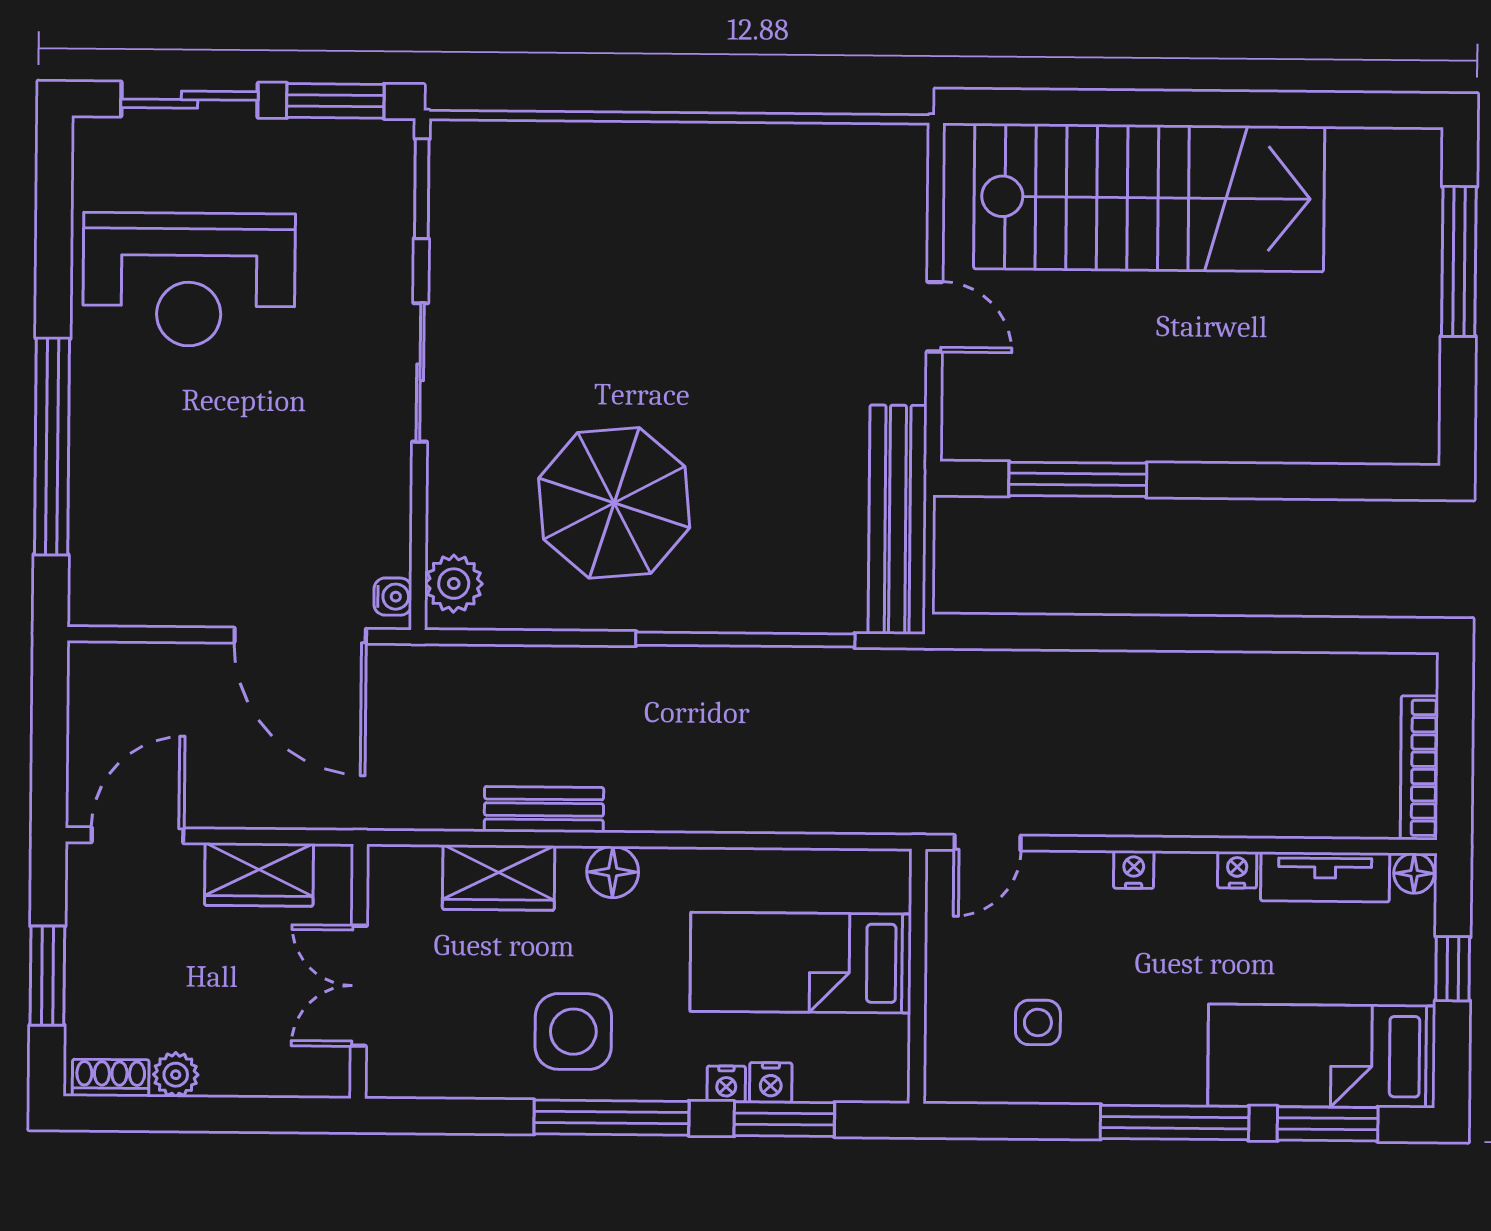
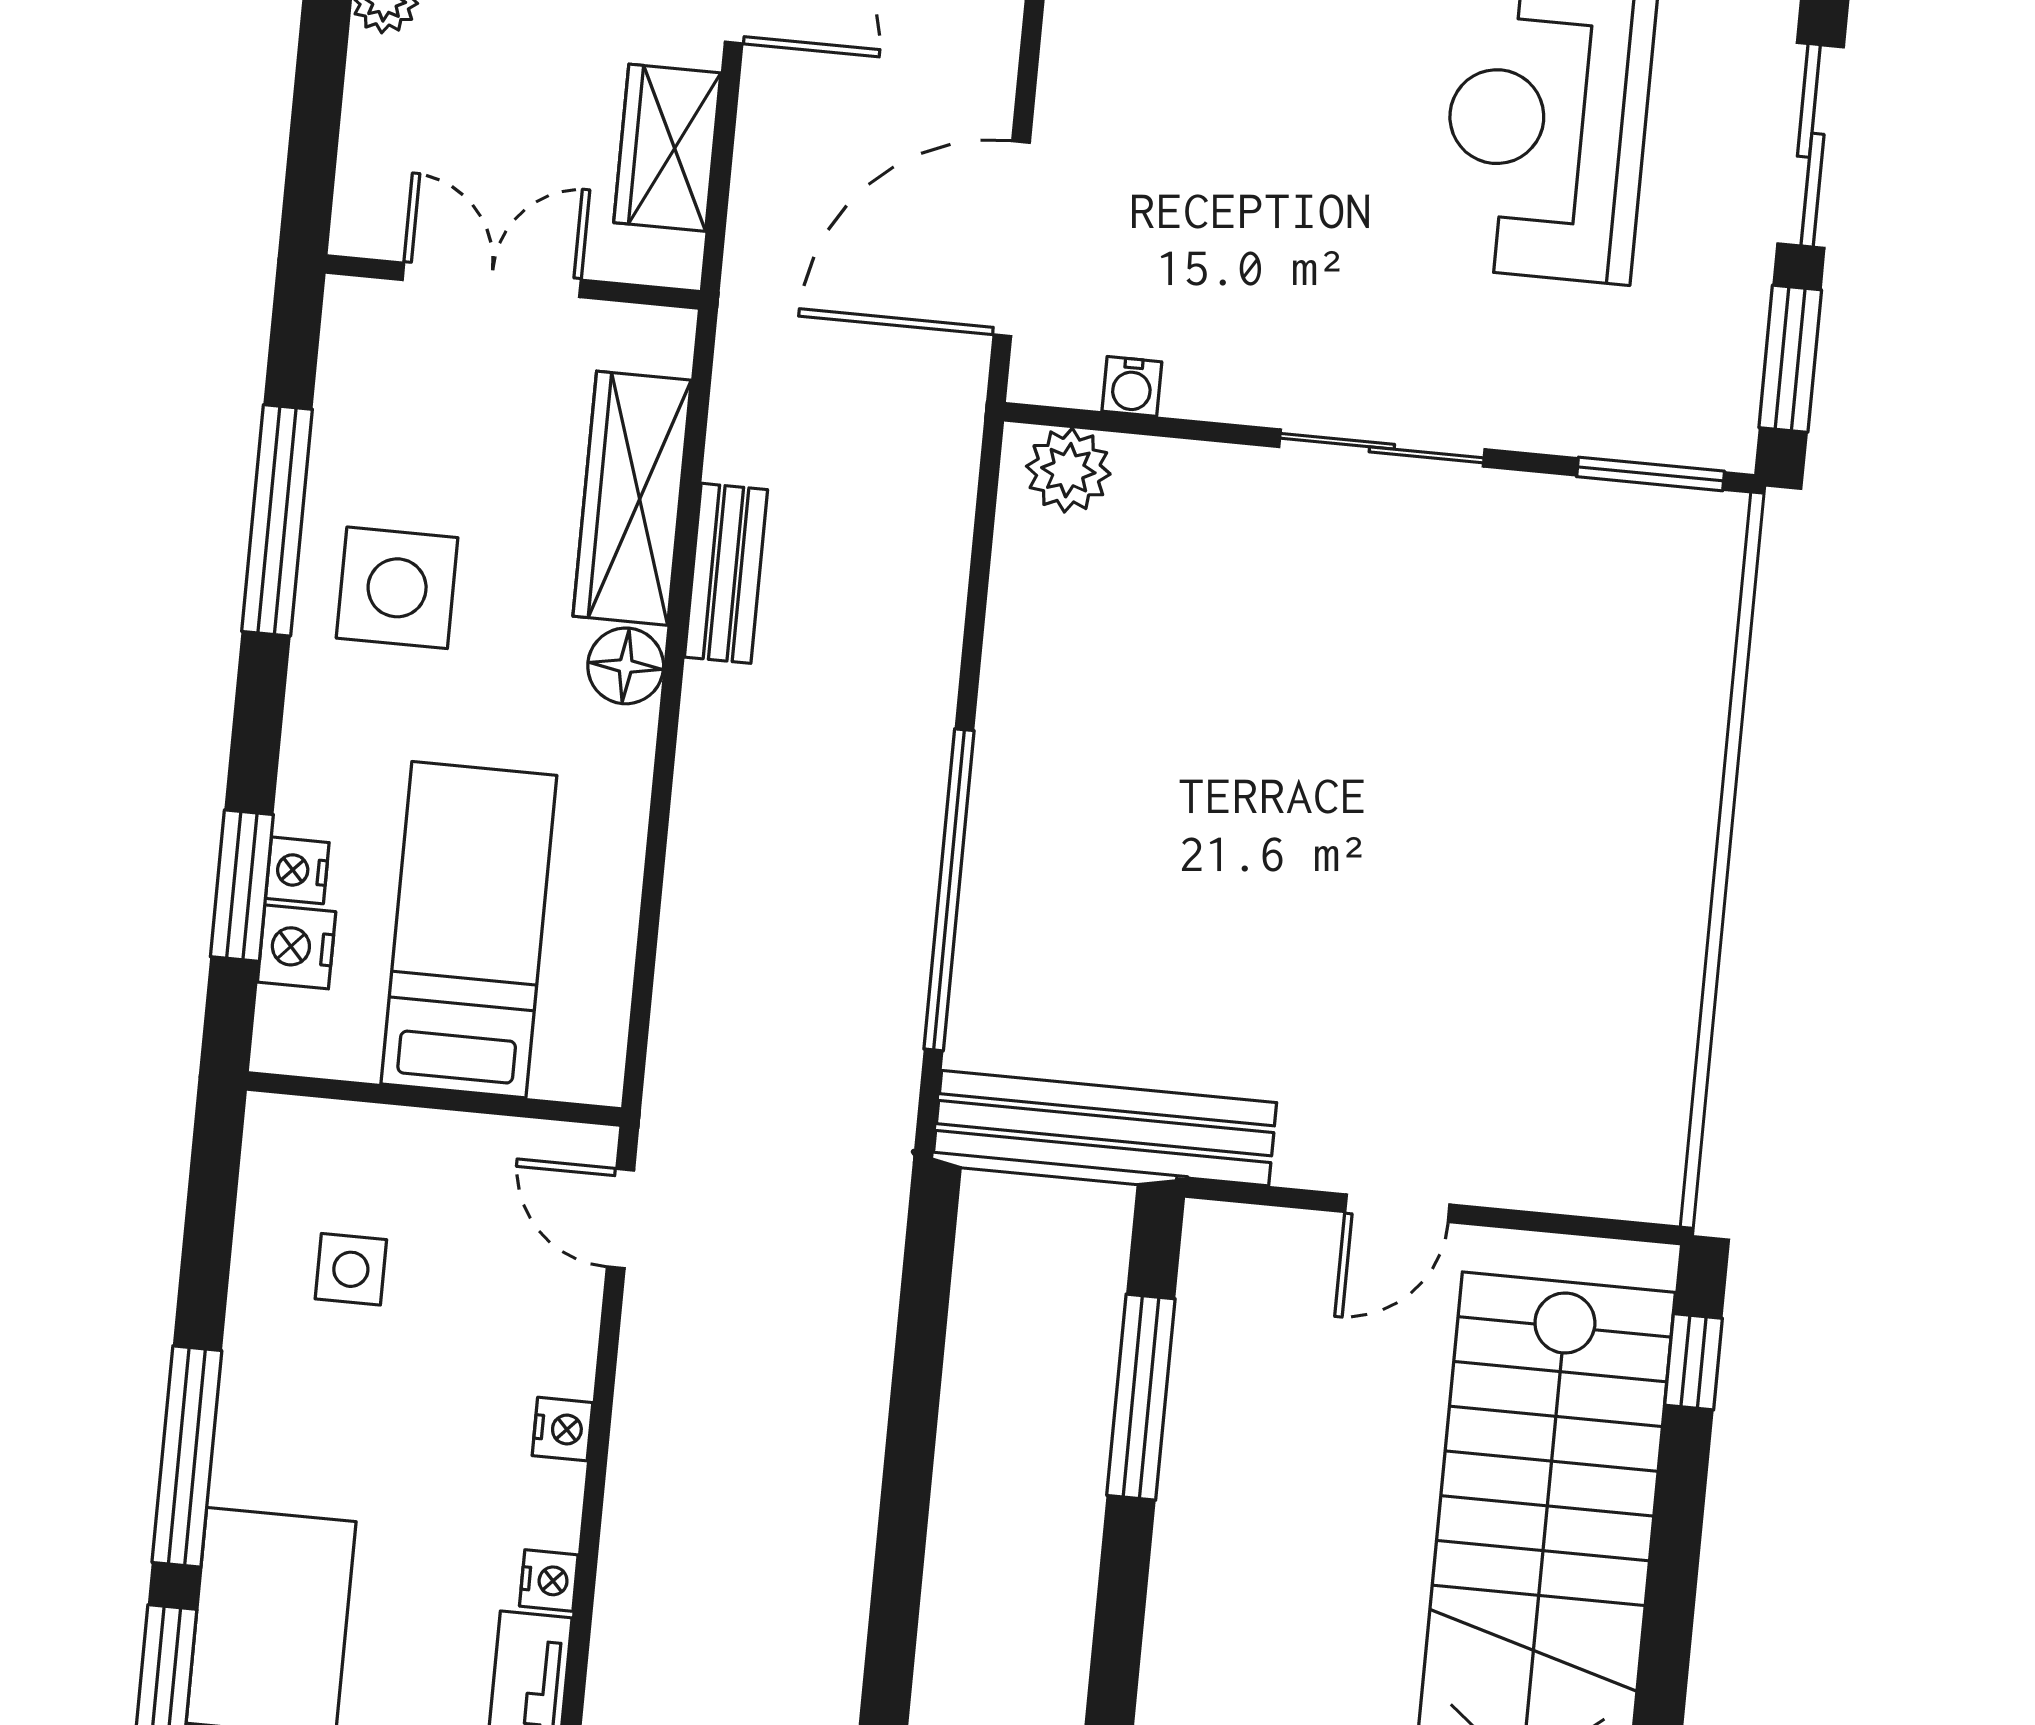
window: (1021, 107) -> (1694, 1362), added
parasol: (614, 503) -> (1166, 715), removed
water cooler: (393, 597) -> (1132, 386), moved
wardrobe: (499, 878) -> (632, 498), width x1.50
nightstand: (726, 1084) -> (297, 947), moved, width x1.39, depth x1.35
window: (611, 1118) -> (277, 520), moved

